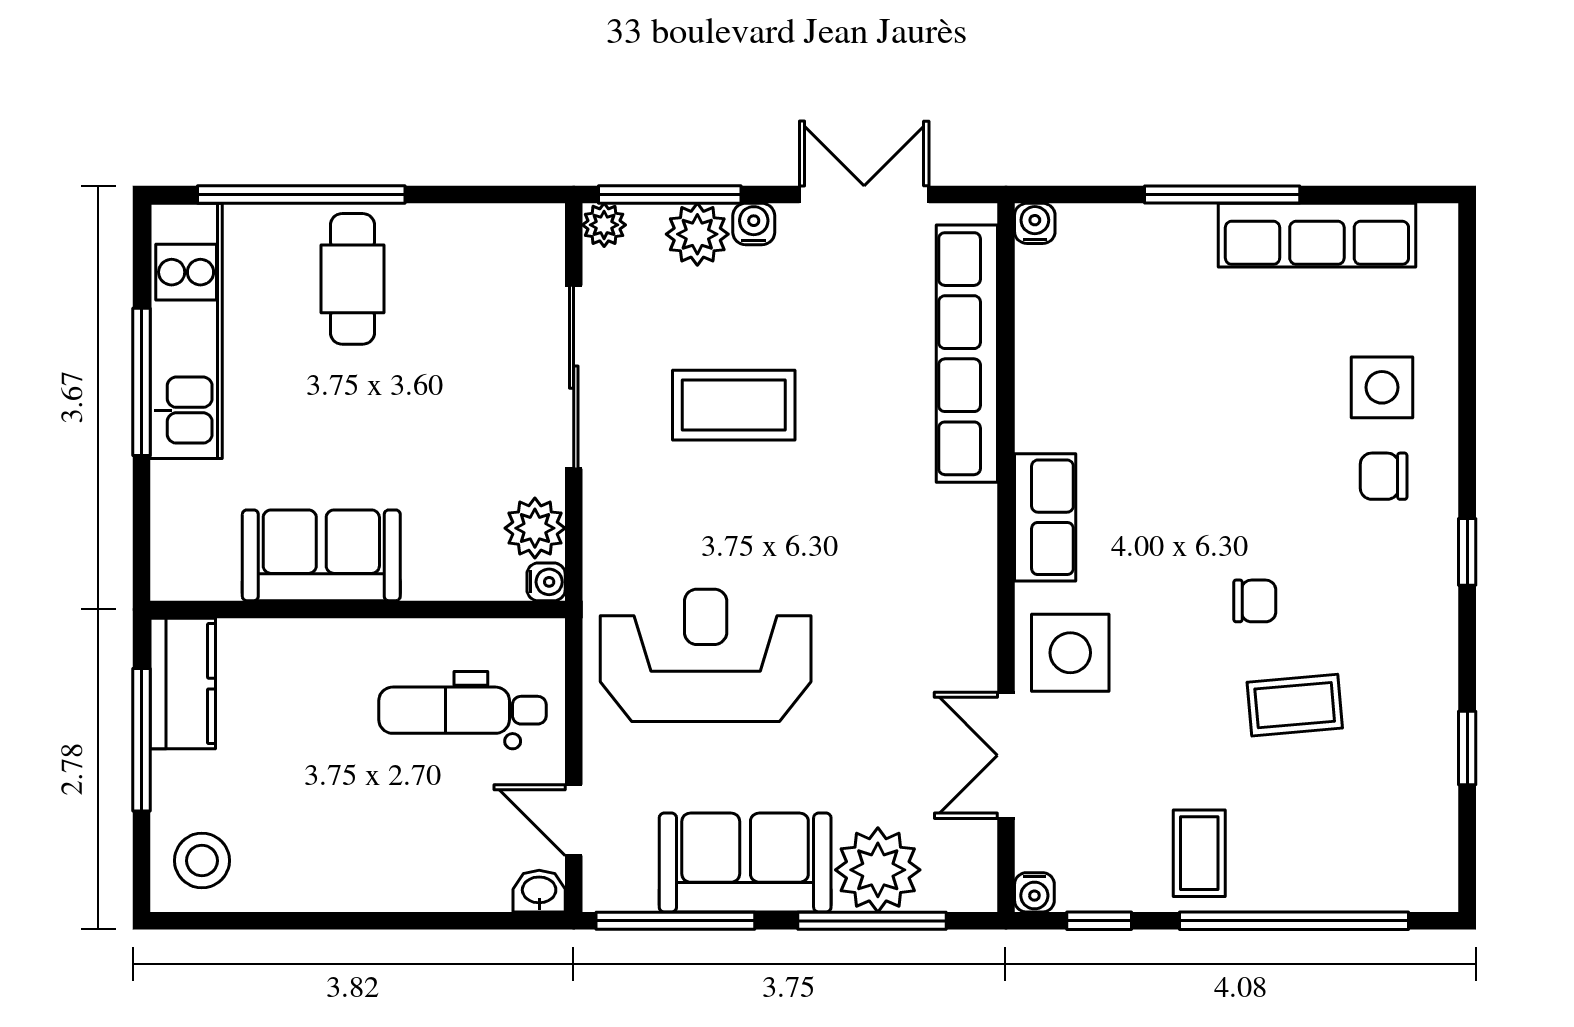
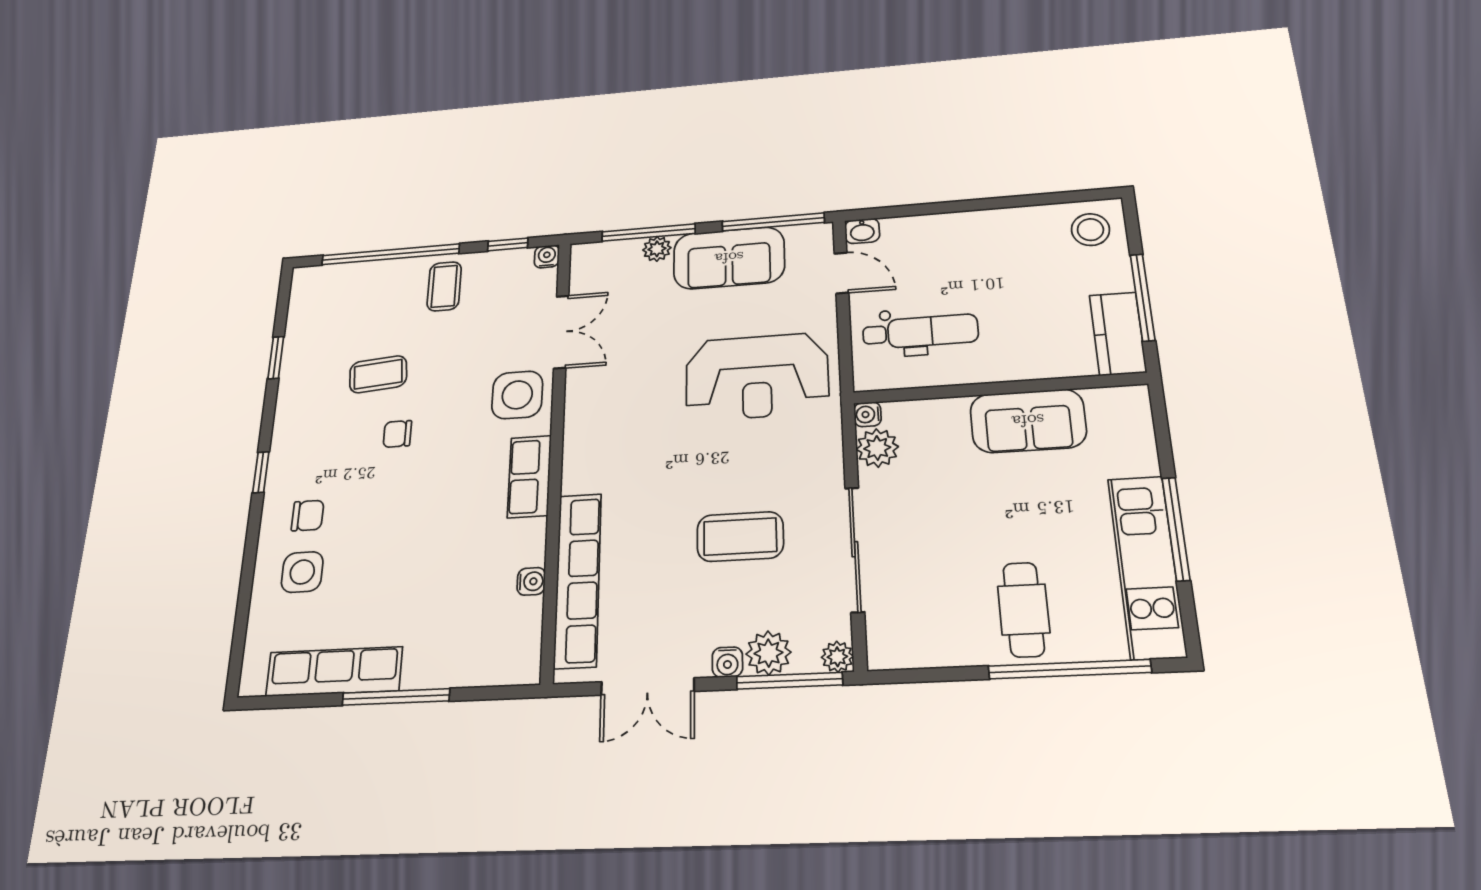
water cooler: (1035, 223) -> (531, 581), moved, turned -90
plant: (878, 870) -> (657, 249), width x0.53, depth x0.53

